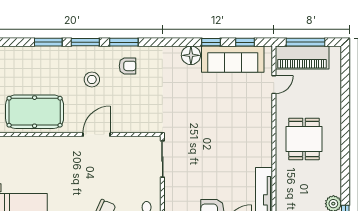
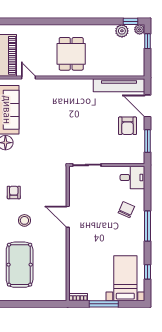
pool table: (35, 112) -> (20, 265), moved
dining table: (304, 139) -> (71, 54), turned 90

